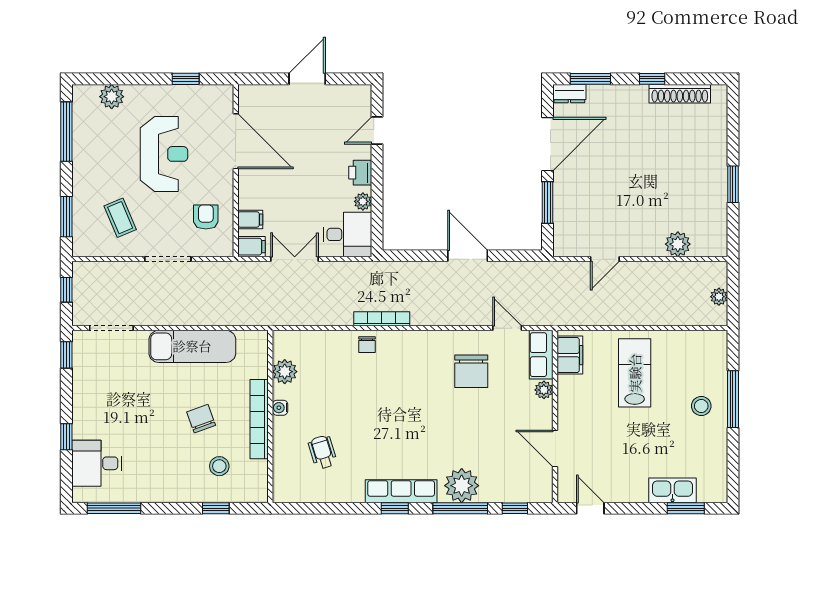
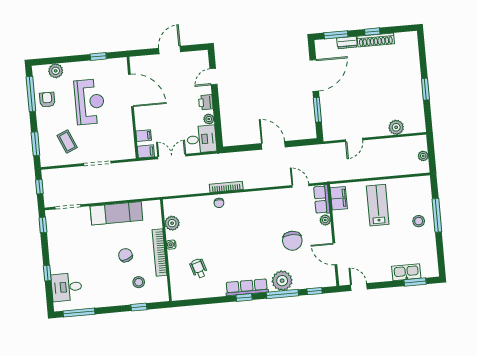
dresser: (569, 94) -> (347, 43), moved
shoe rack: (680, 94) -> (376, 40), moved
armchair: (206, 217) -> (47, 100), moved
chair: (471, 371) -> (292, 241), moved

